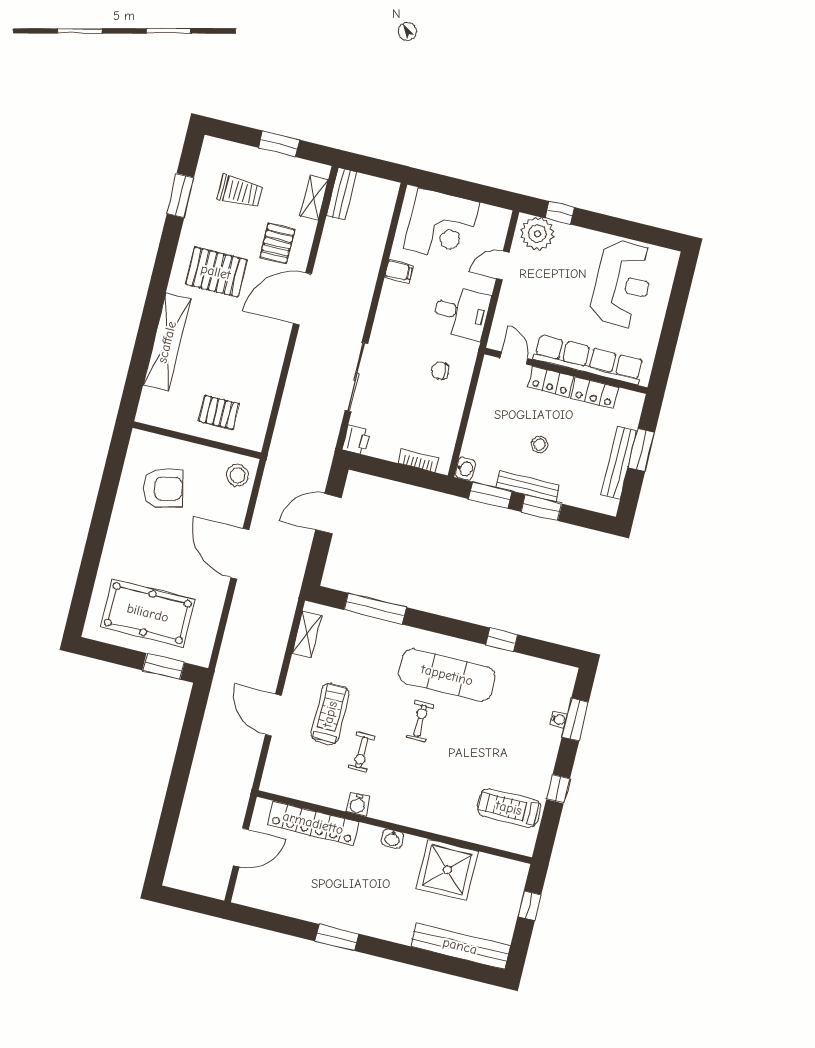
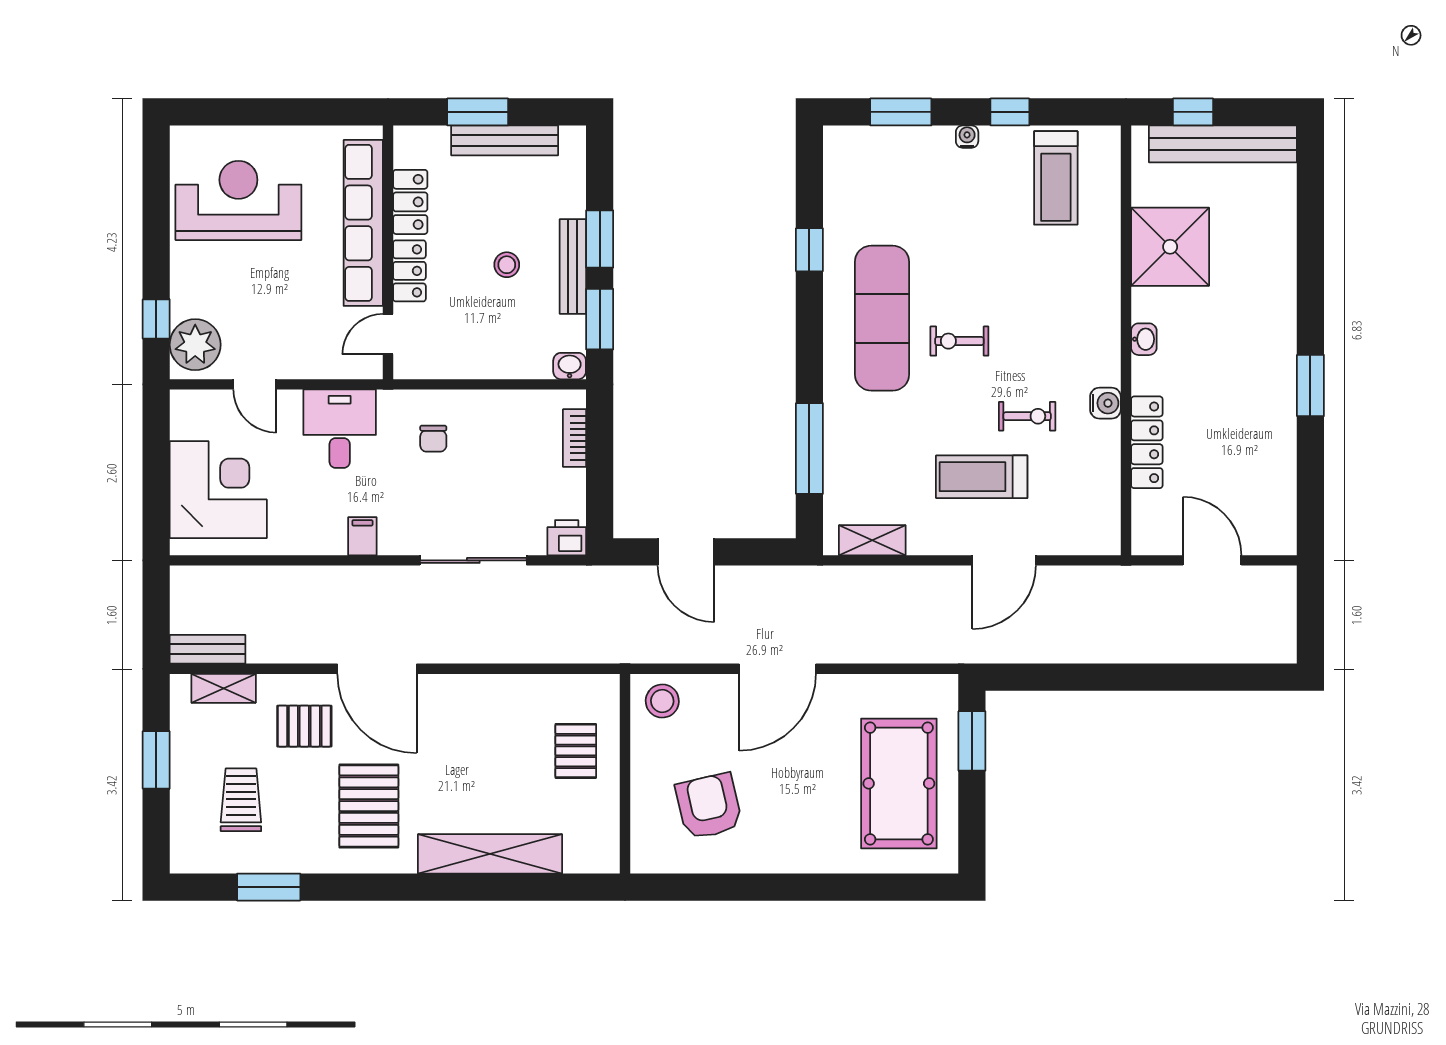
filing cabinet: (399, 271) -> (362, 536), moved
water cooler: (559, 719) -> (967, 137), moved
locker: (313, 823) -> (1147, 442), width x0.71, depth x0.83
bench: (460, 946) -> (1223, 144), moved, turned 90

